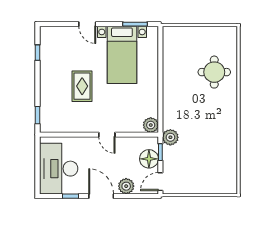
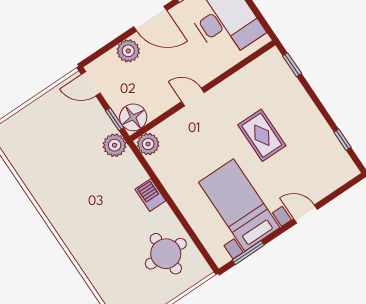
round table: (214, 72) -> (166, 254), moved
barbecue: (169, 95) -> (150, 195), added
floor lamp: (149, 159) -> (133, 117), moved
door: (160, 182) -> (91, 84), swing flipped

